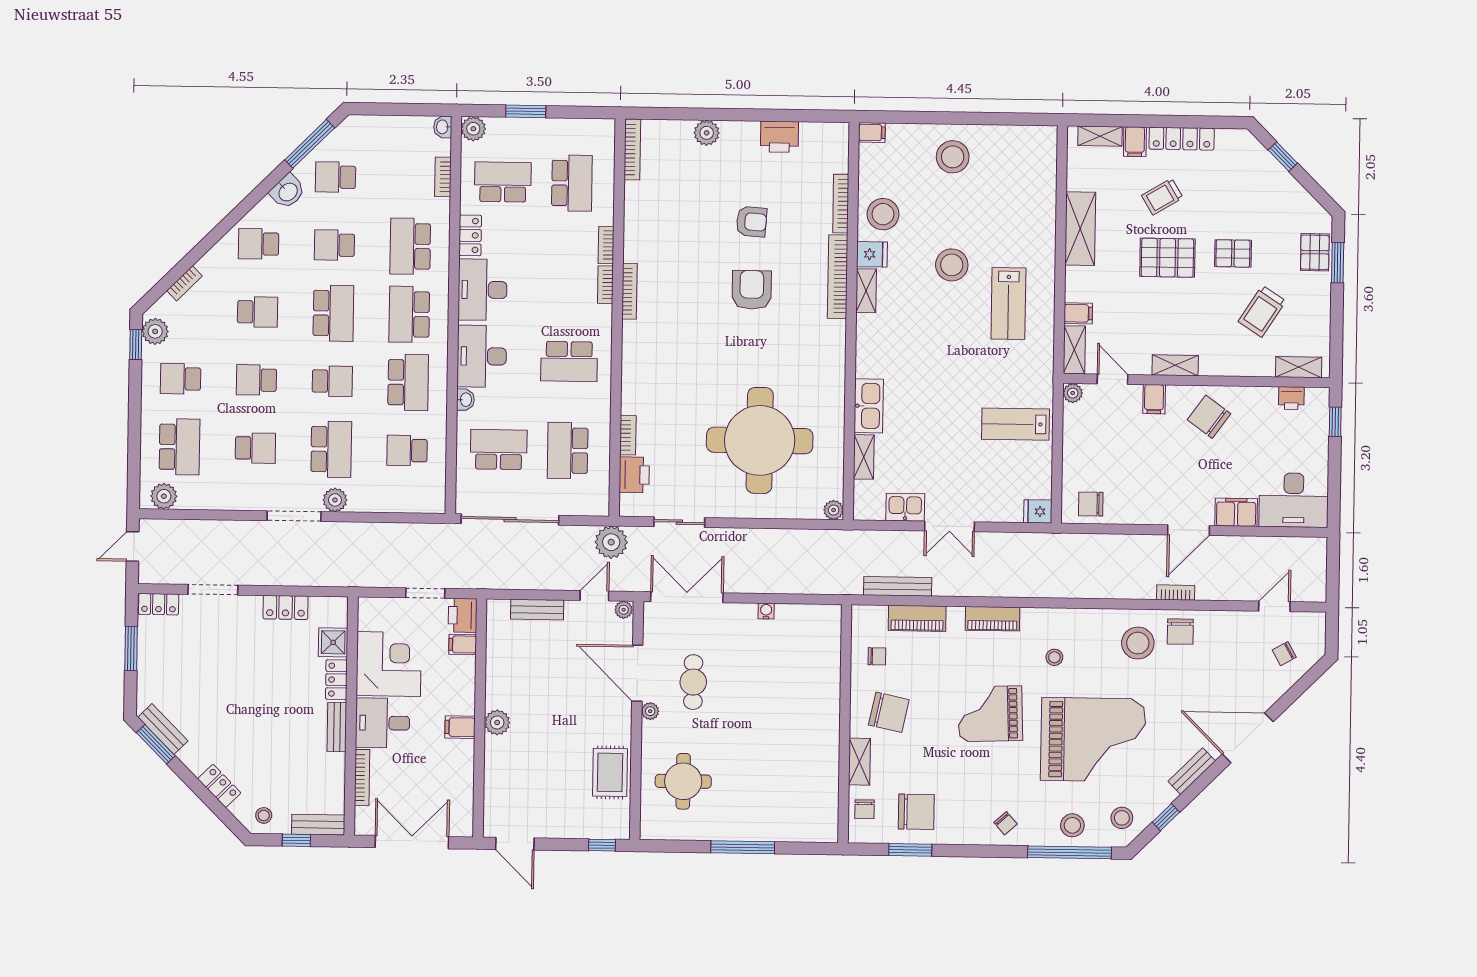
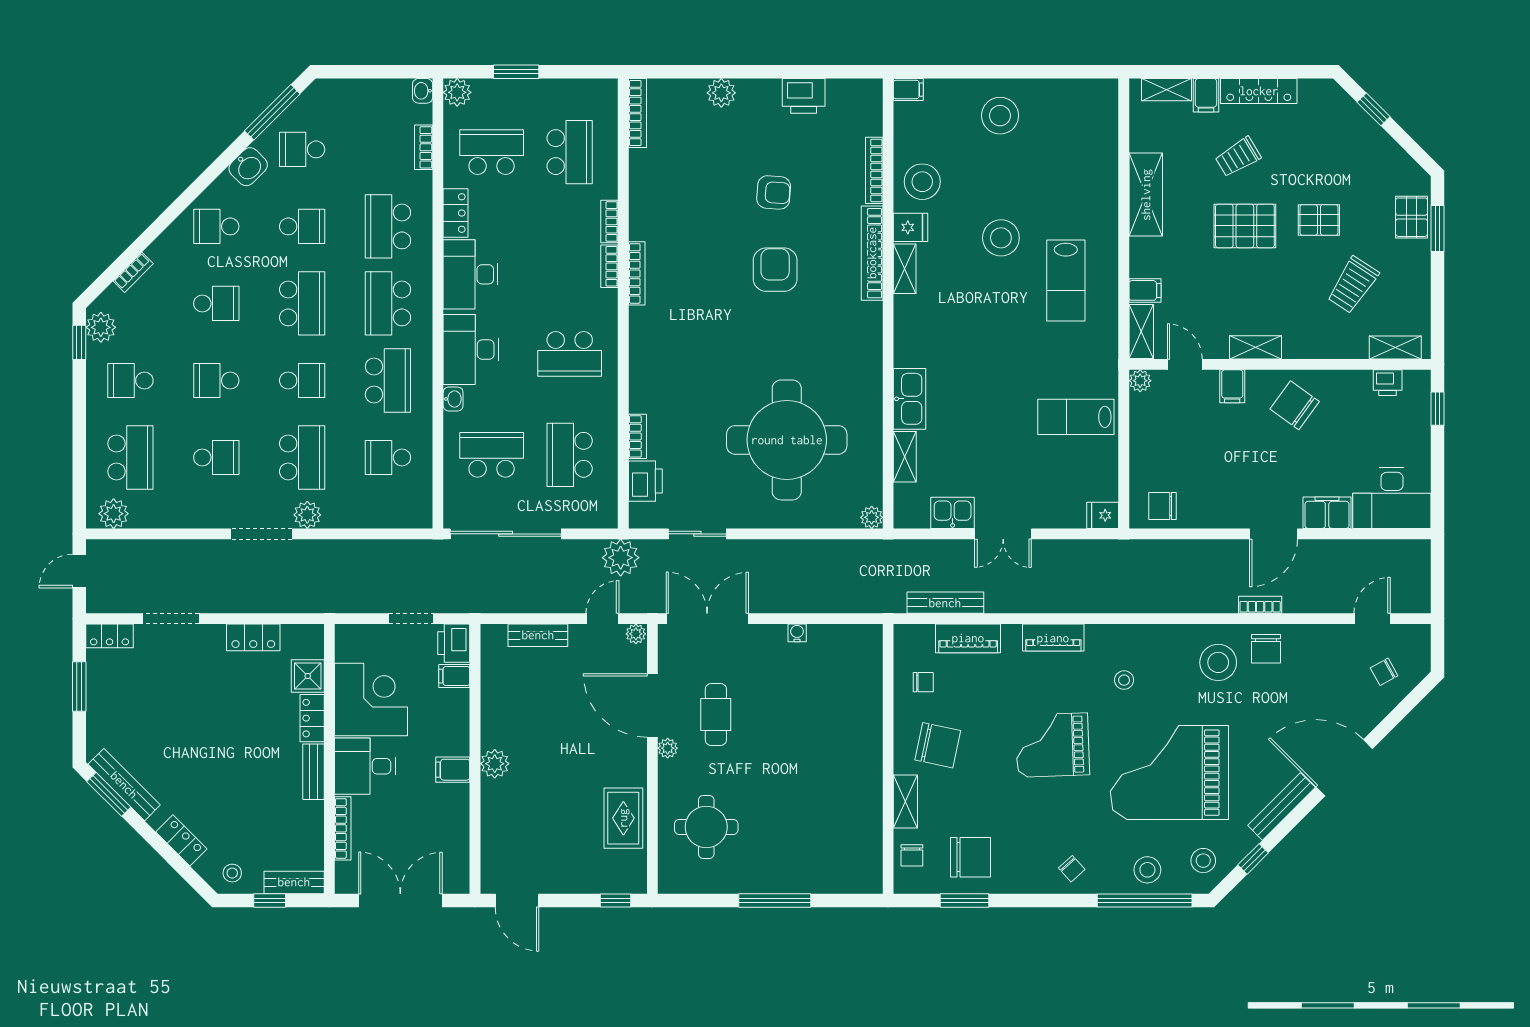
school desk: (334, 245) -> (302, 226), turned 180
bench: (163, 729) -> (124, 785), width x1.36
grand piano: (1093, 740) -> (1169, 773), turned 180
bench: (1192, 771) -> (1281, 806), width x1.36

